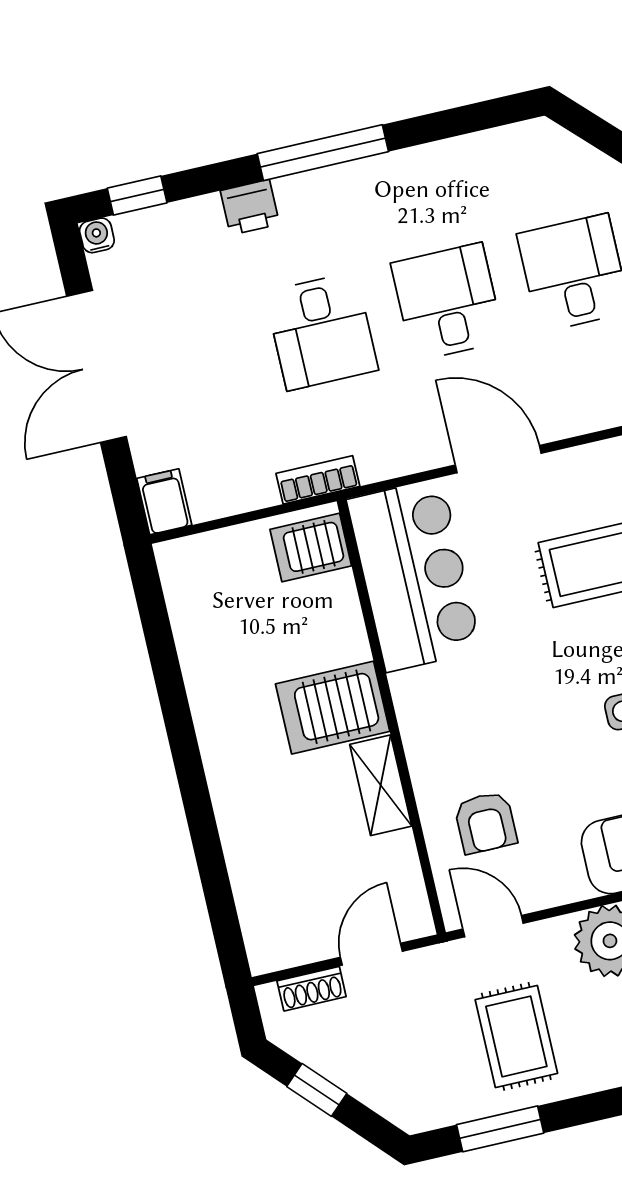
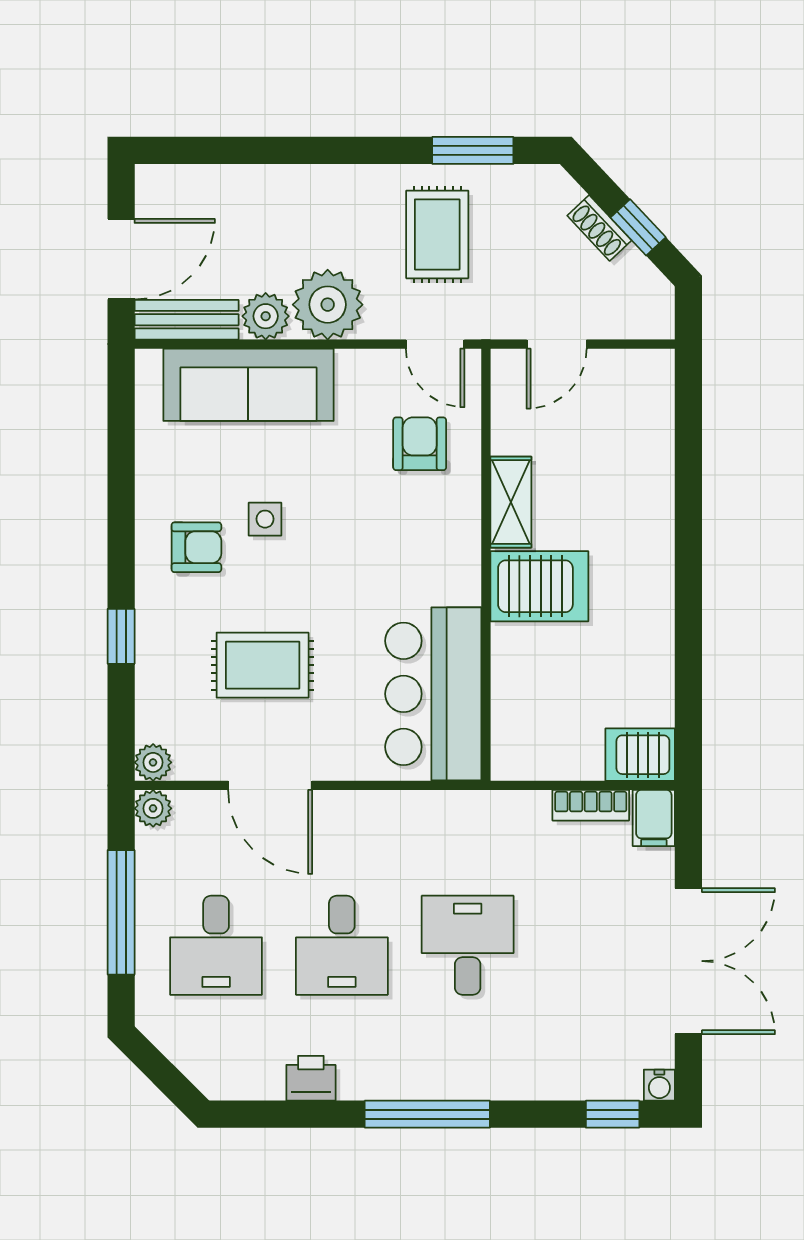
printer: (250, 207) -> (311, 1078), moved
door: (498, 459) -> (270, 785), moved
bookcase: (318, 480) -> (591, 805), moved
server rack: (311, 548) -> (640, 755), moved, turned 180
shoe rack: (312, 989) -> (599, 228), moved, turned -133

